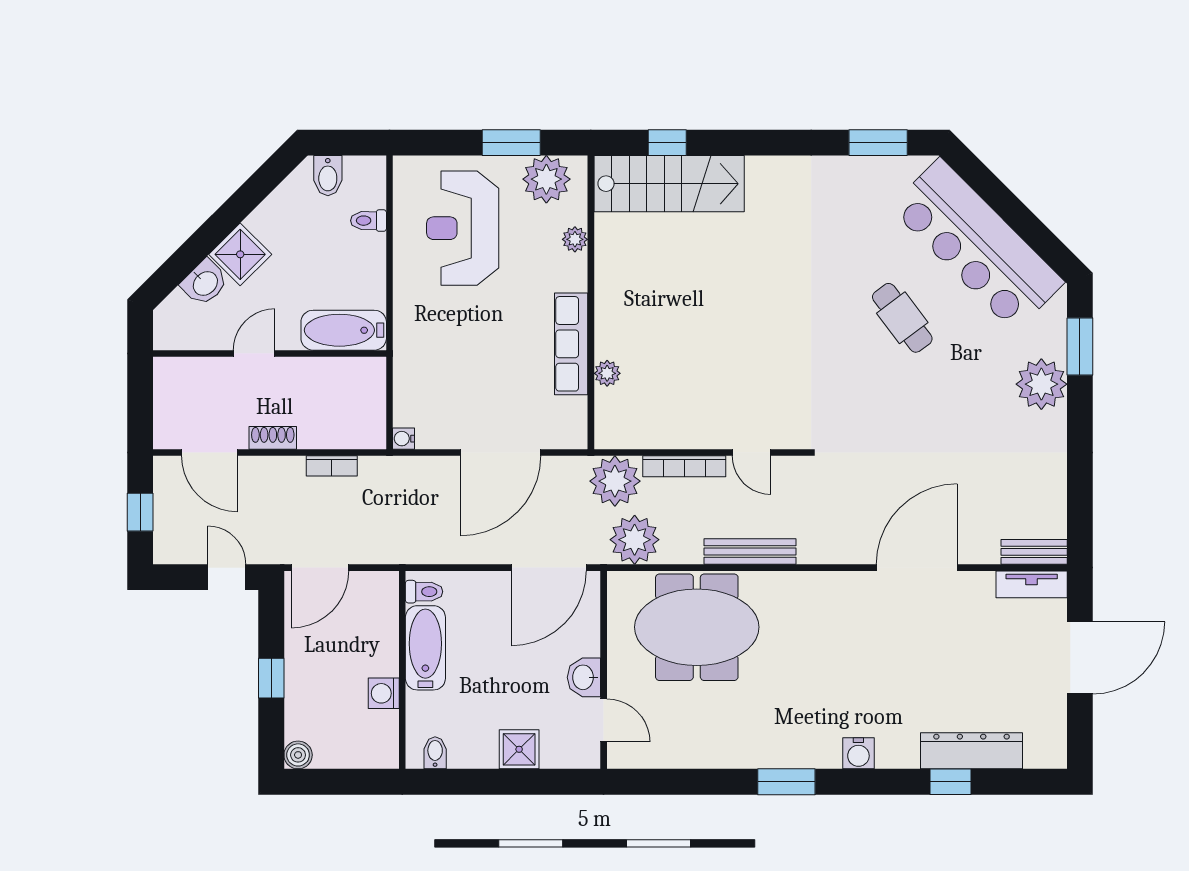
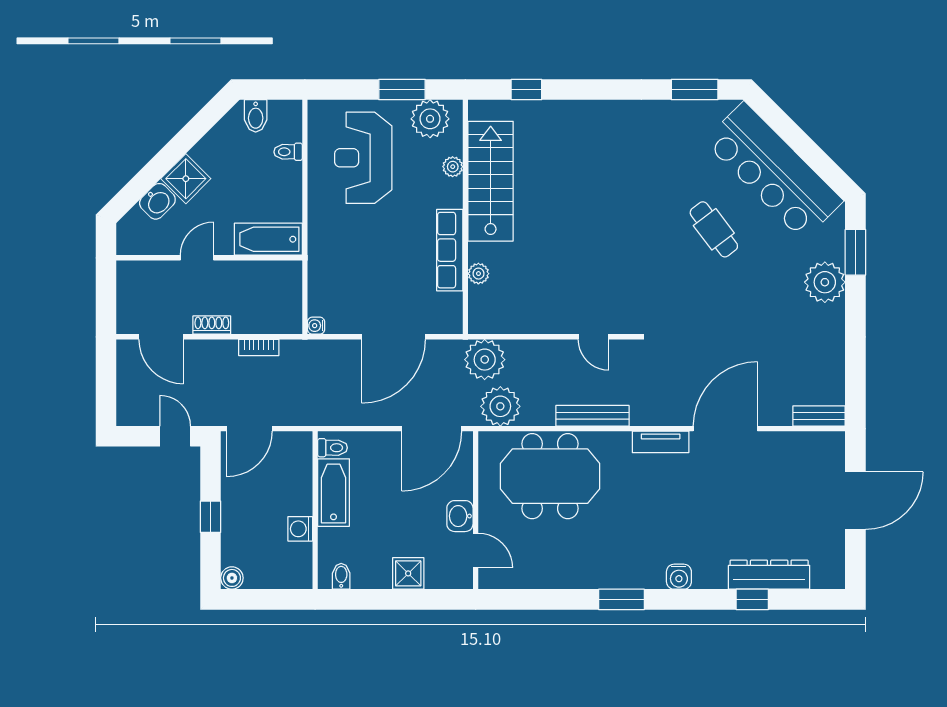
stairs: (669, 184) -> (491, 181), moved, turned -90
bookcase: (684, 466) -> (540, 348), removed
window: (140, 512) -> (106, 384), removed
tv unit: (1032, 584) -> (661, 442), moved

